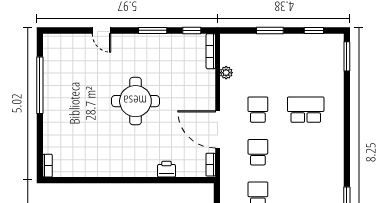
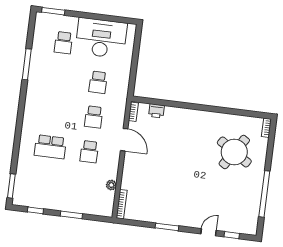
door: (101, 30) -> (209, 232), hinge flipped
window: (192, 30) -> (232, 235), moved
round table: (135, 101) -> (234, 152), moved, turned 33
door: (218, 129) -> (124, 140), width x0.73
printer: (166, 169) -> (156, 111), moved

